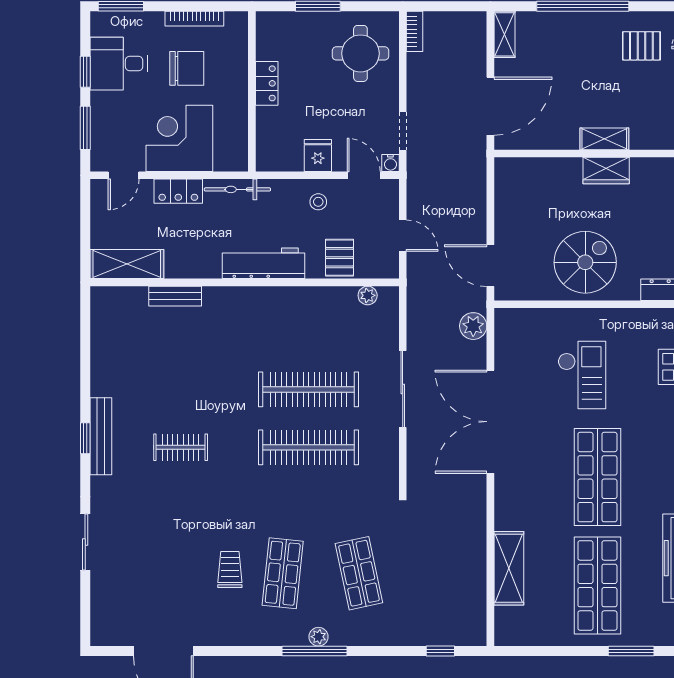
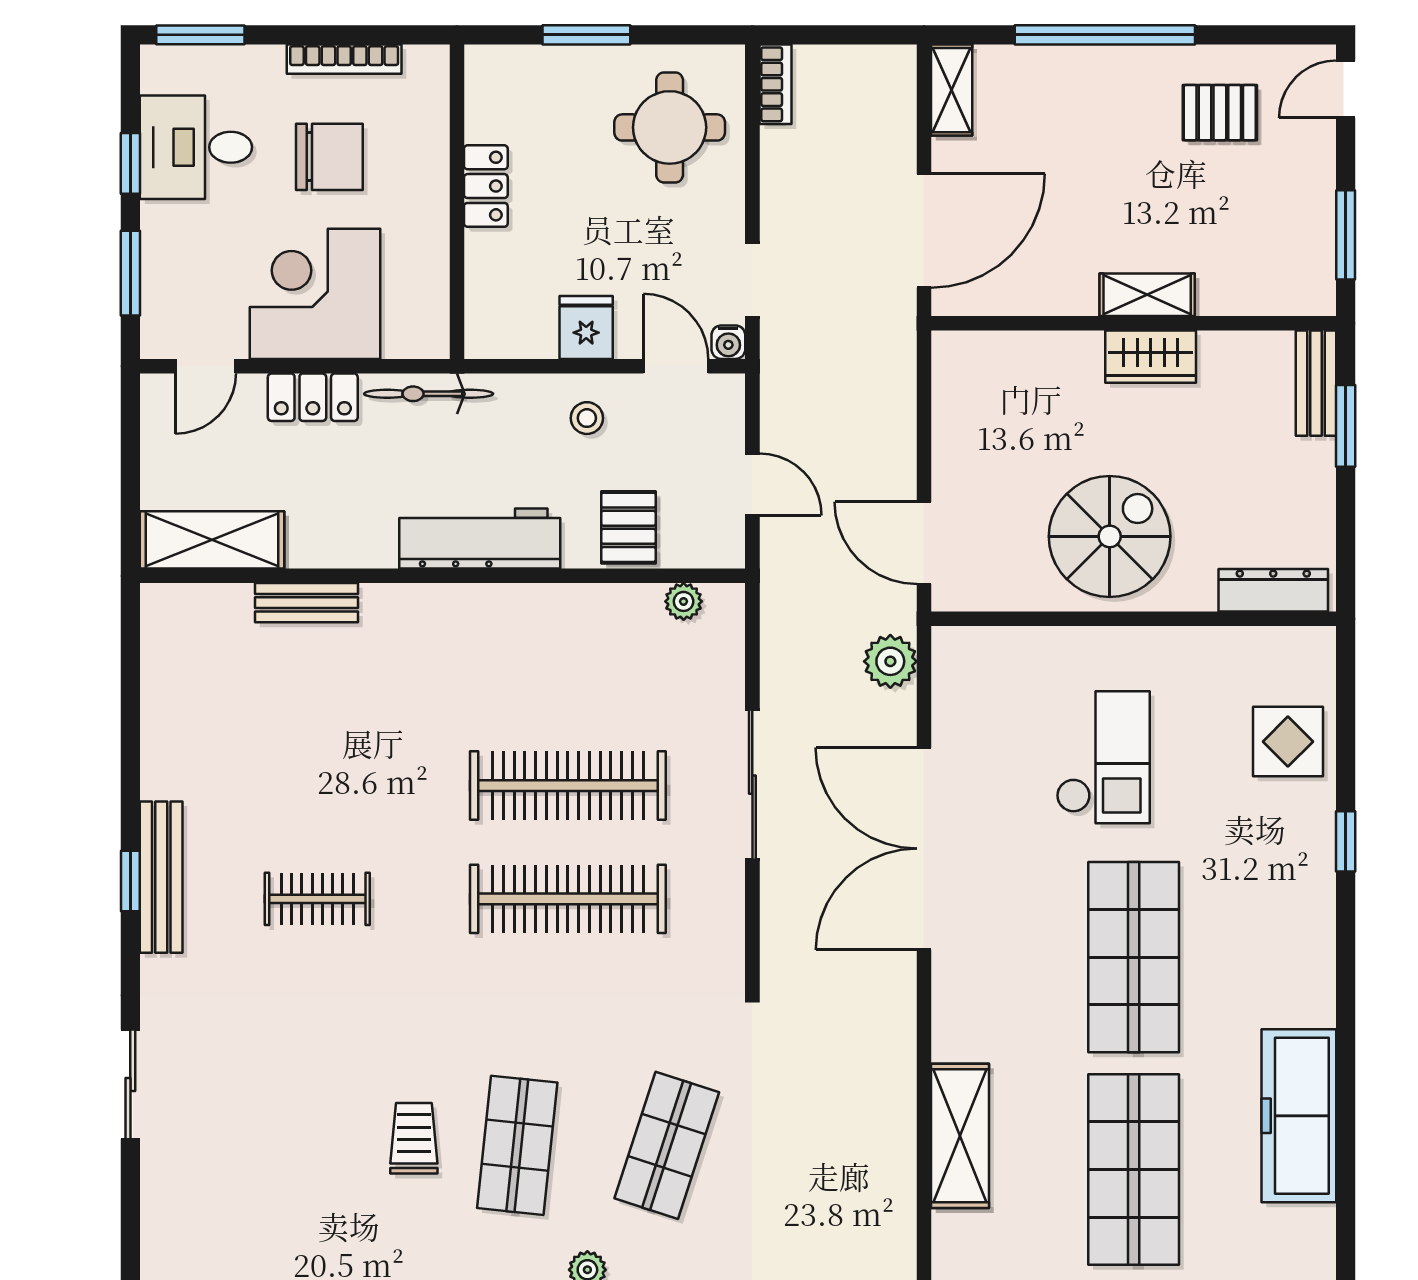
shop shelf: (359, 573) -> (667, 1145), turned 30

